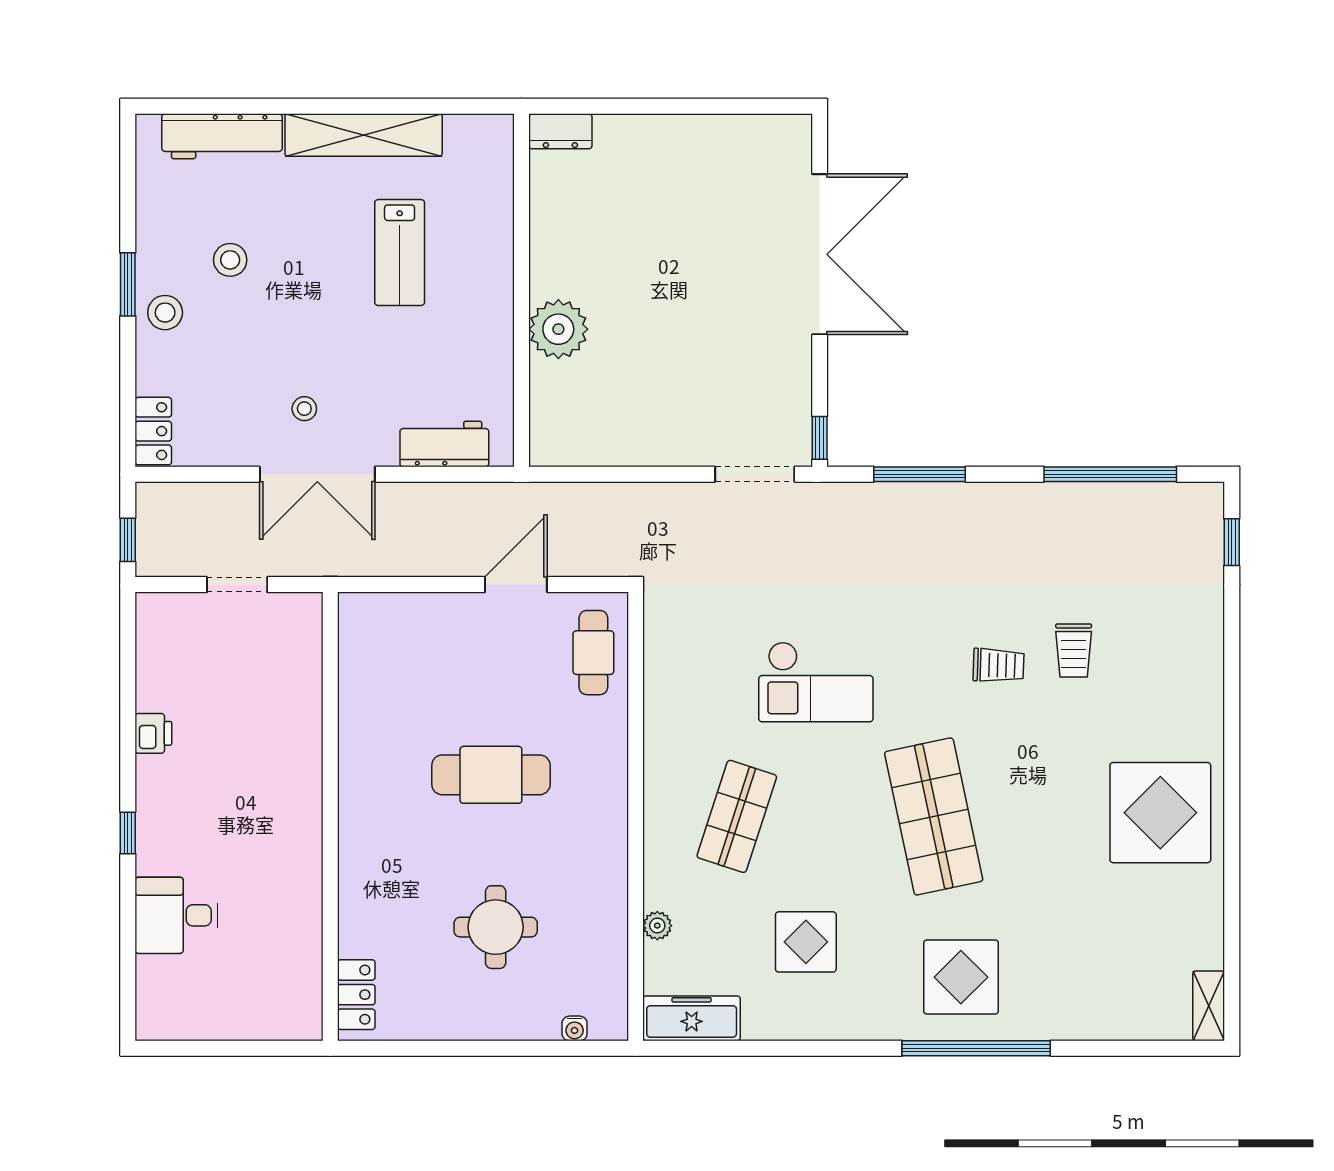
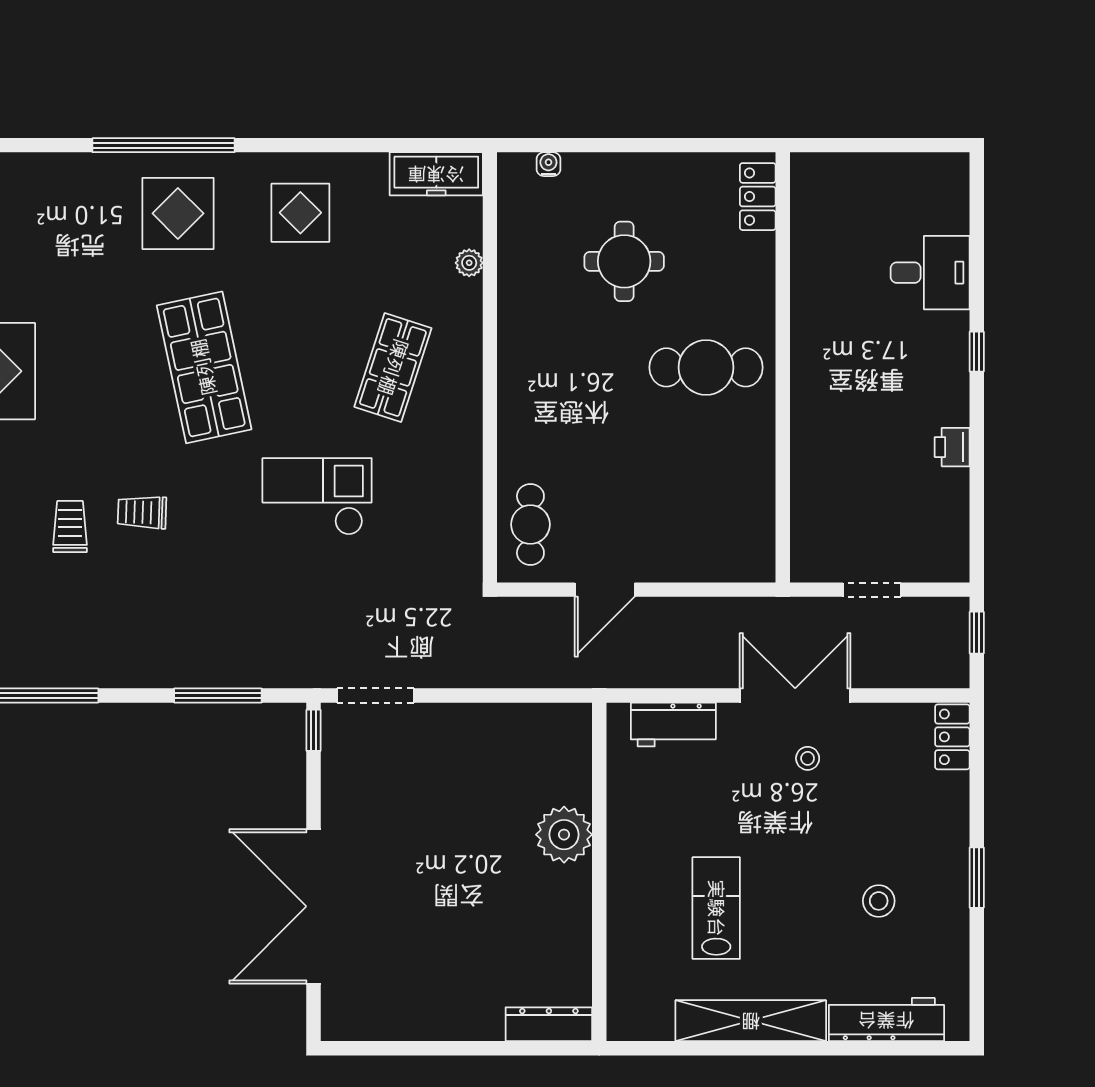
dresser: (560, 131) -> (549, 1024), width x1.44
stool: (165, 313) -> (941, 850), removed
cafe table: (491, 775) -> (706, 367), moved
display table: (806, 942) -> (300, 213), moved

